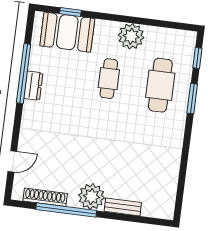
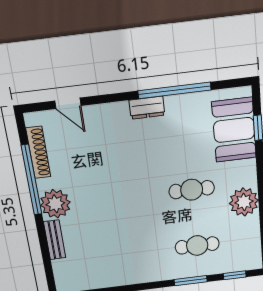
cafe table: (160, 85) -> (197, 245), width x0.73, depth x0.74
dresser: (33, 86) -> (147, 108), moved

